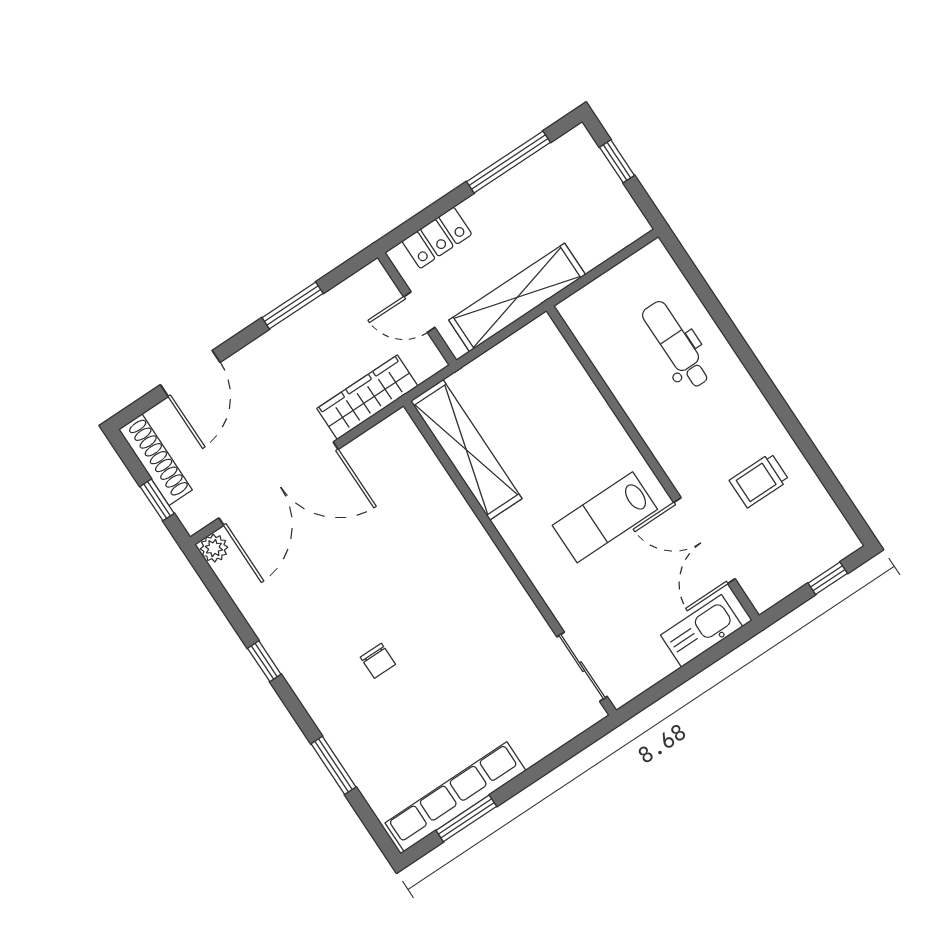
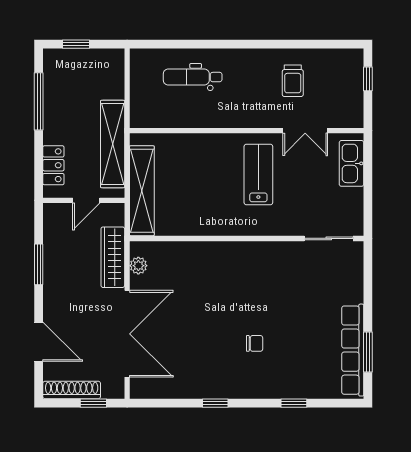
shelving: (466, 450) -> (142, 191), moved, turned 90
lab bench: (605, 517) -> (258, 175), turned 180
double door: (704, 541) -> (305, 131), width x0.73
plant: (214, 548) -> (138, 266), moved
window: (333, 765) -> (294, 403), width x0.67

